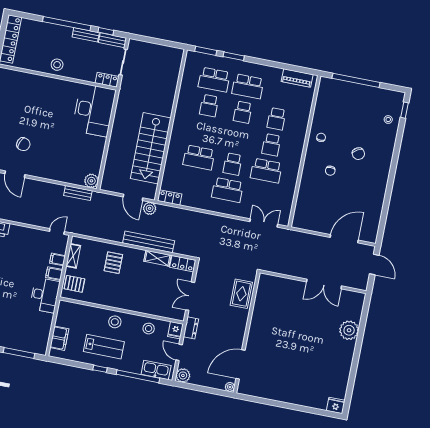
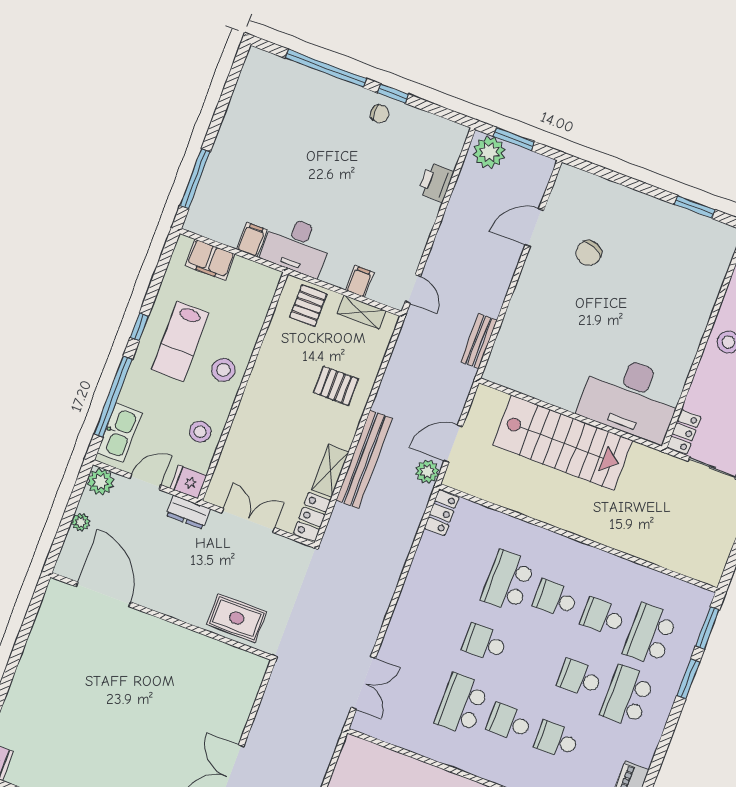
stairs: (151, 148) -> (562, 443), moved, turned 180
plant: (91, 181) -> (498, 370), removed
school desk: (227, 190) -> (555, 599), moved, width x0.54
filing cabinet: (54, 274) -> (252, 240), moved
plant: (230, 387) -> (81, 522), moved

